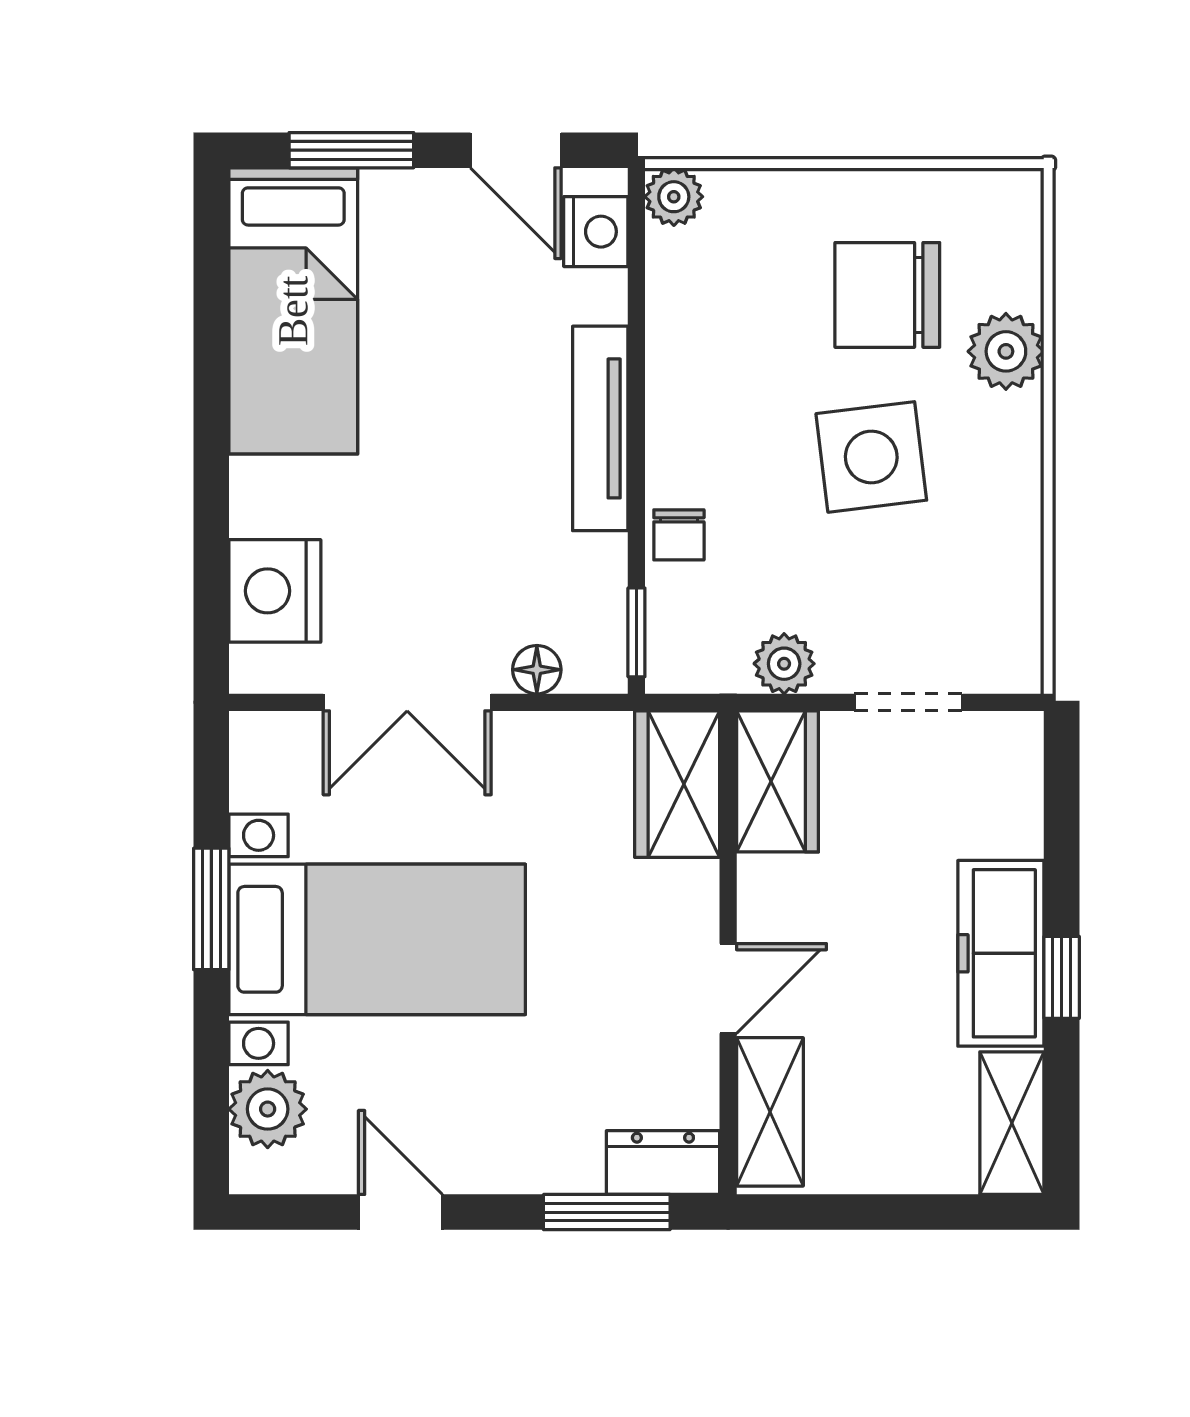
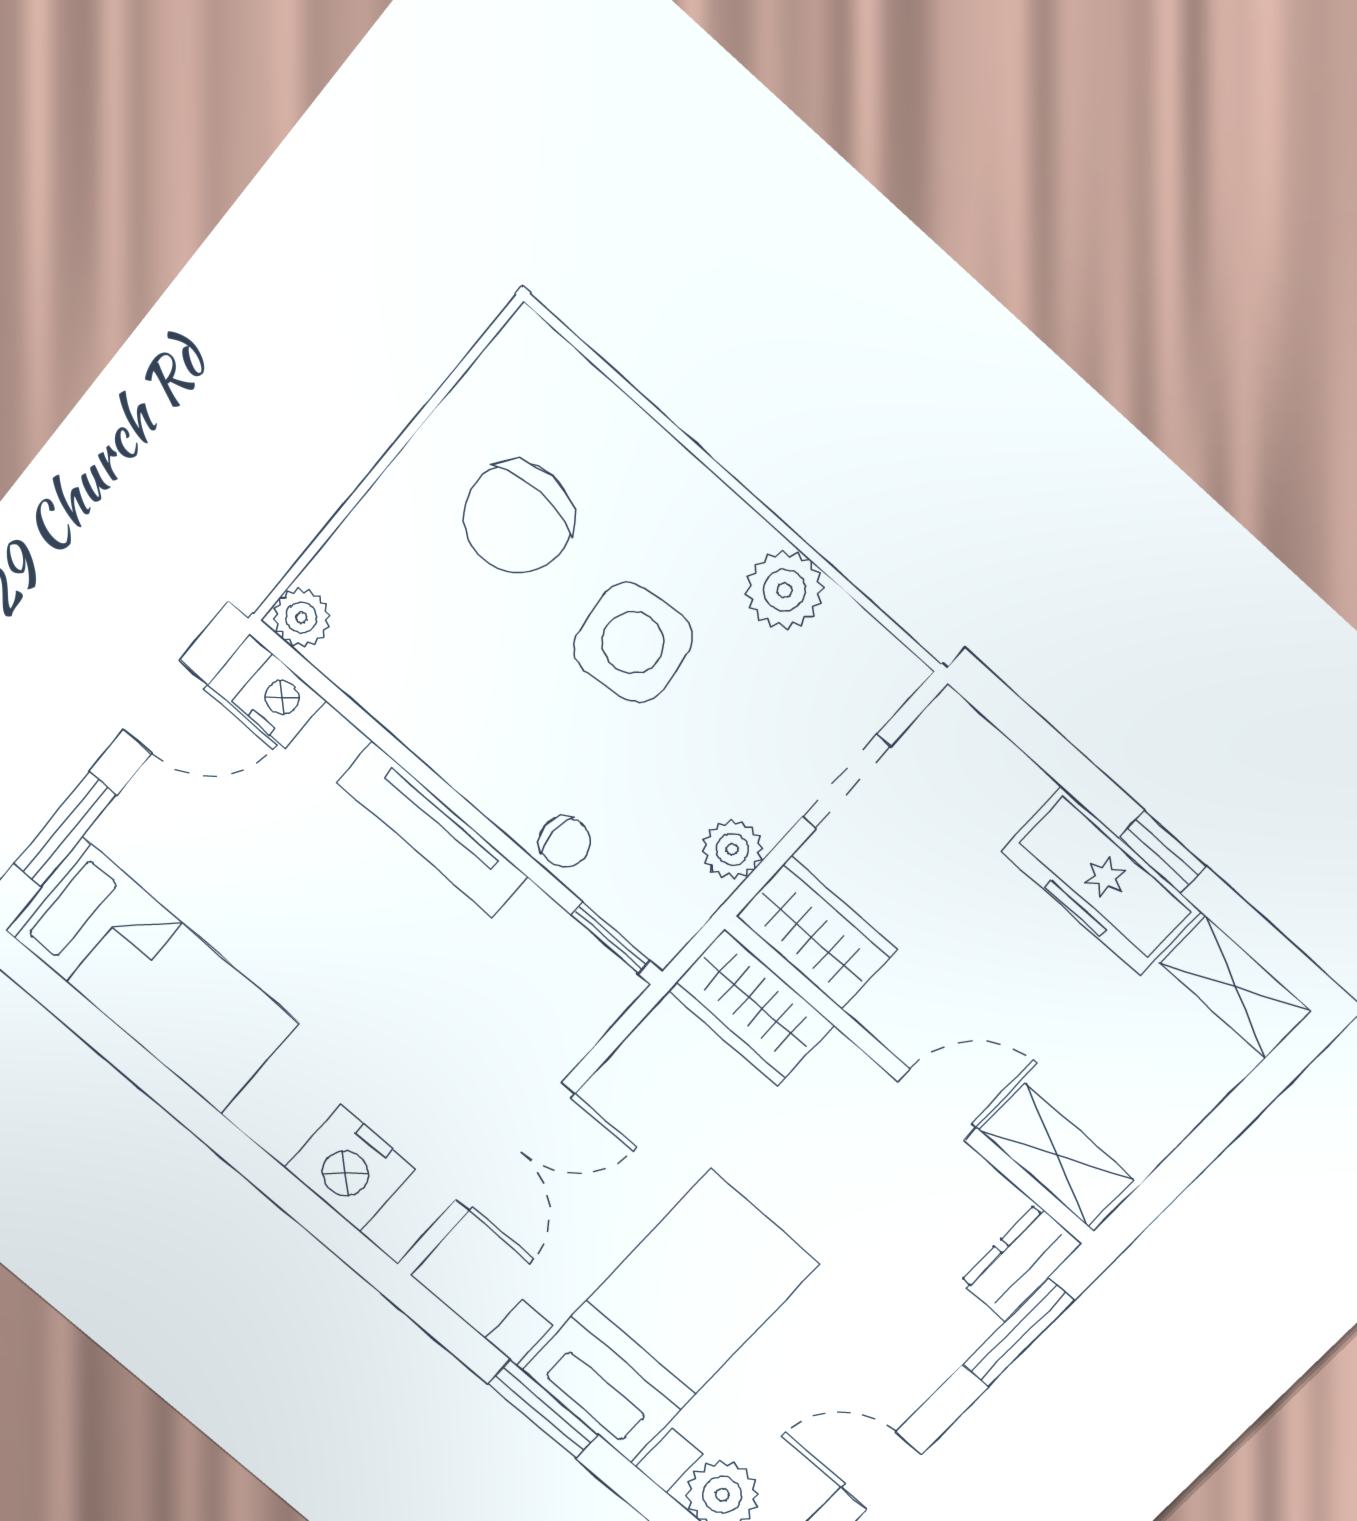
plant: (1006, 351) -> (784, 590), moved
floor lamp: (537, 670) -> (574, 1034), removed
door: (728, 988) -> (937, 1105), hinge flipped

